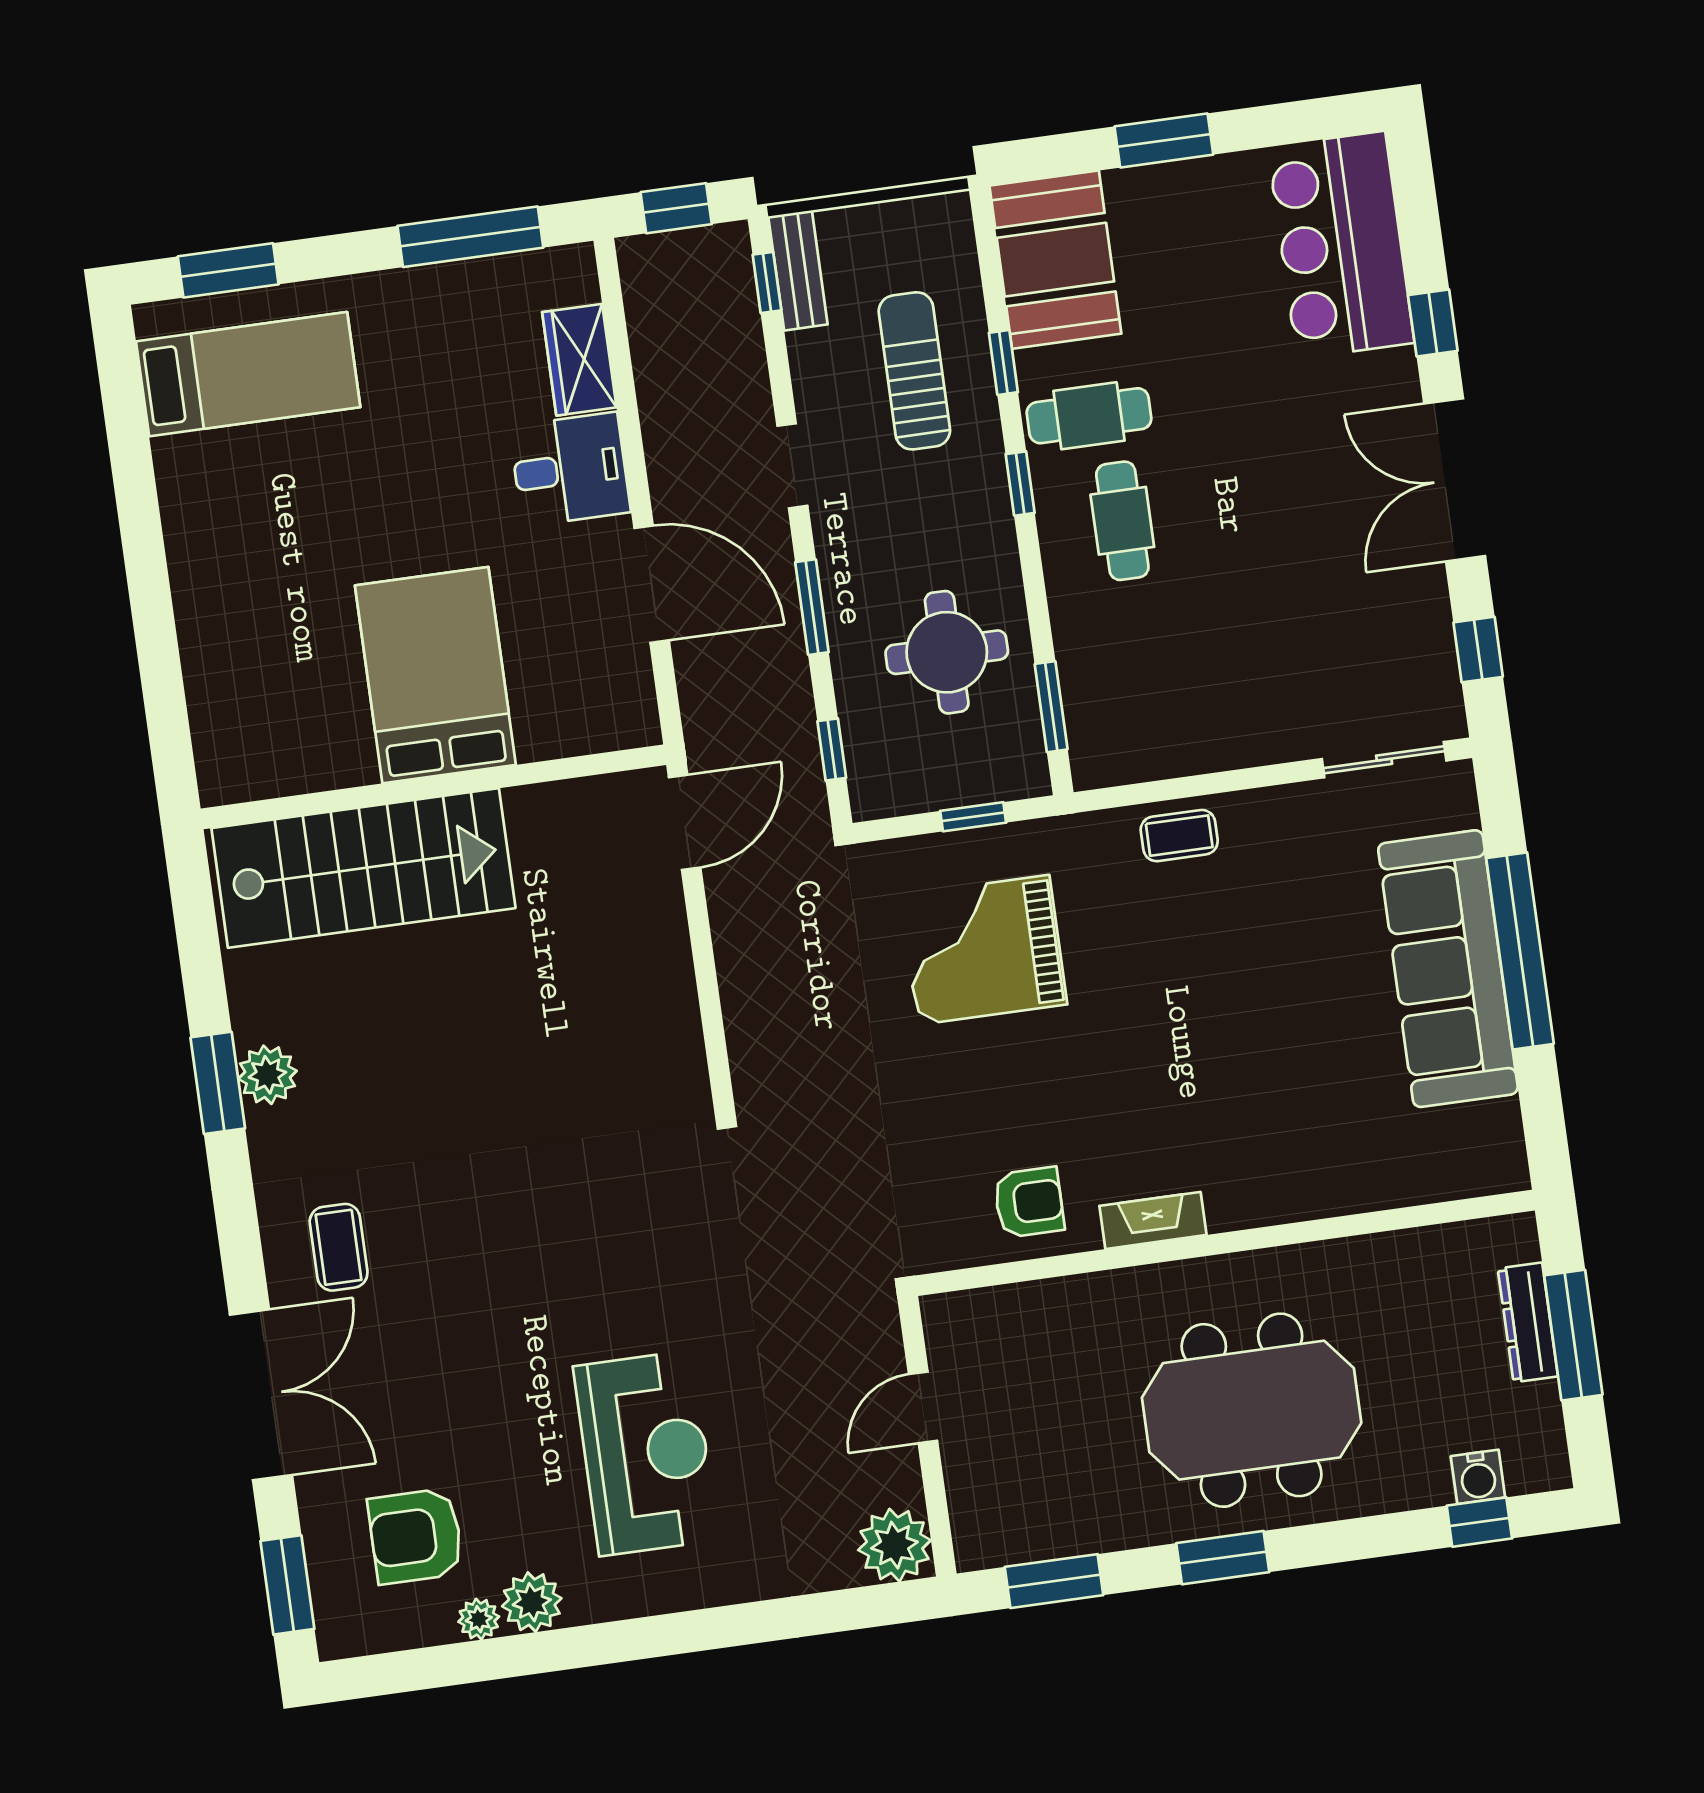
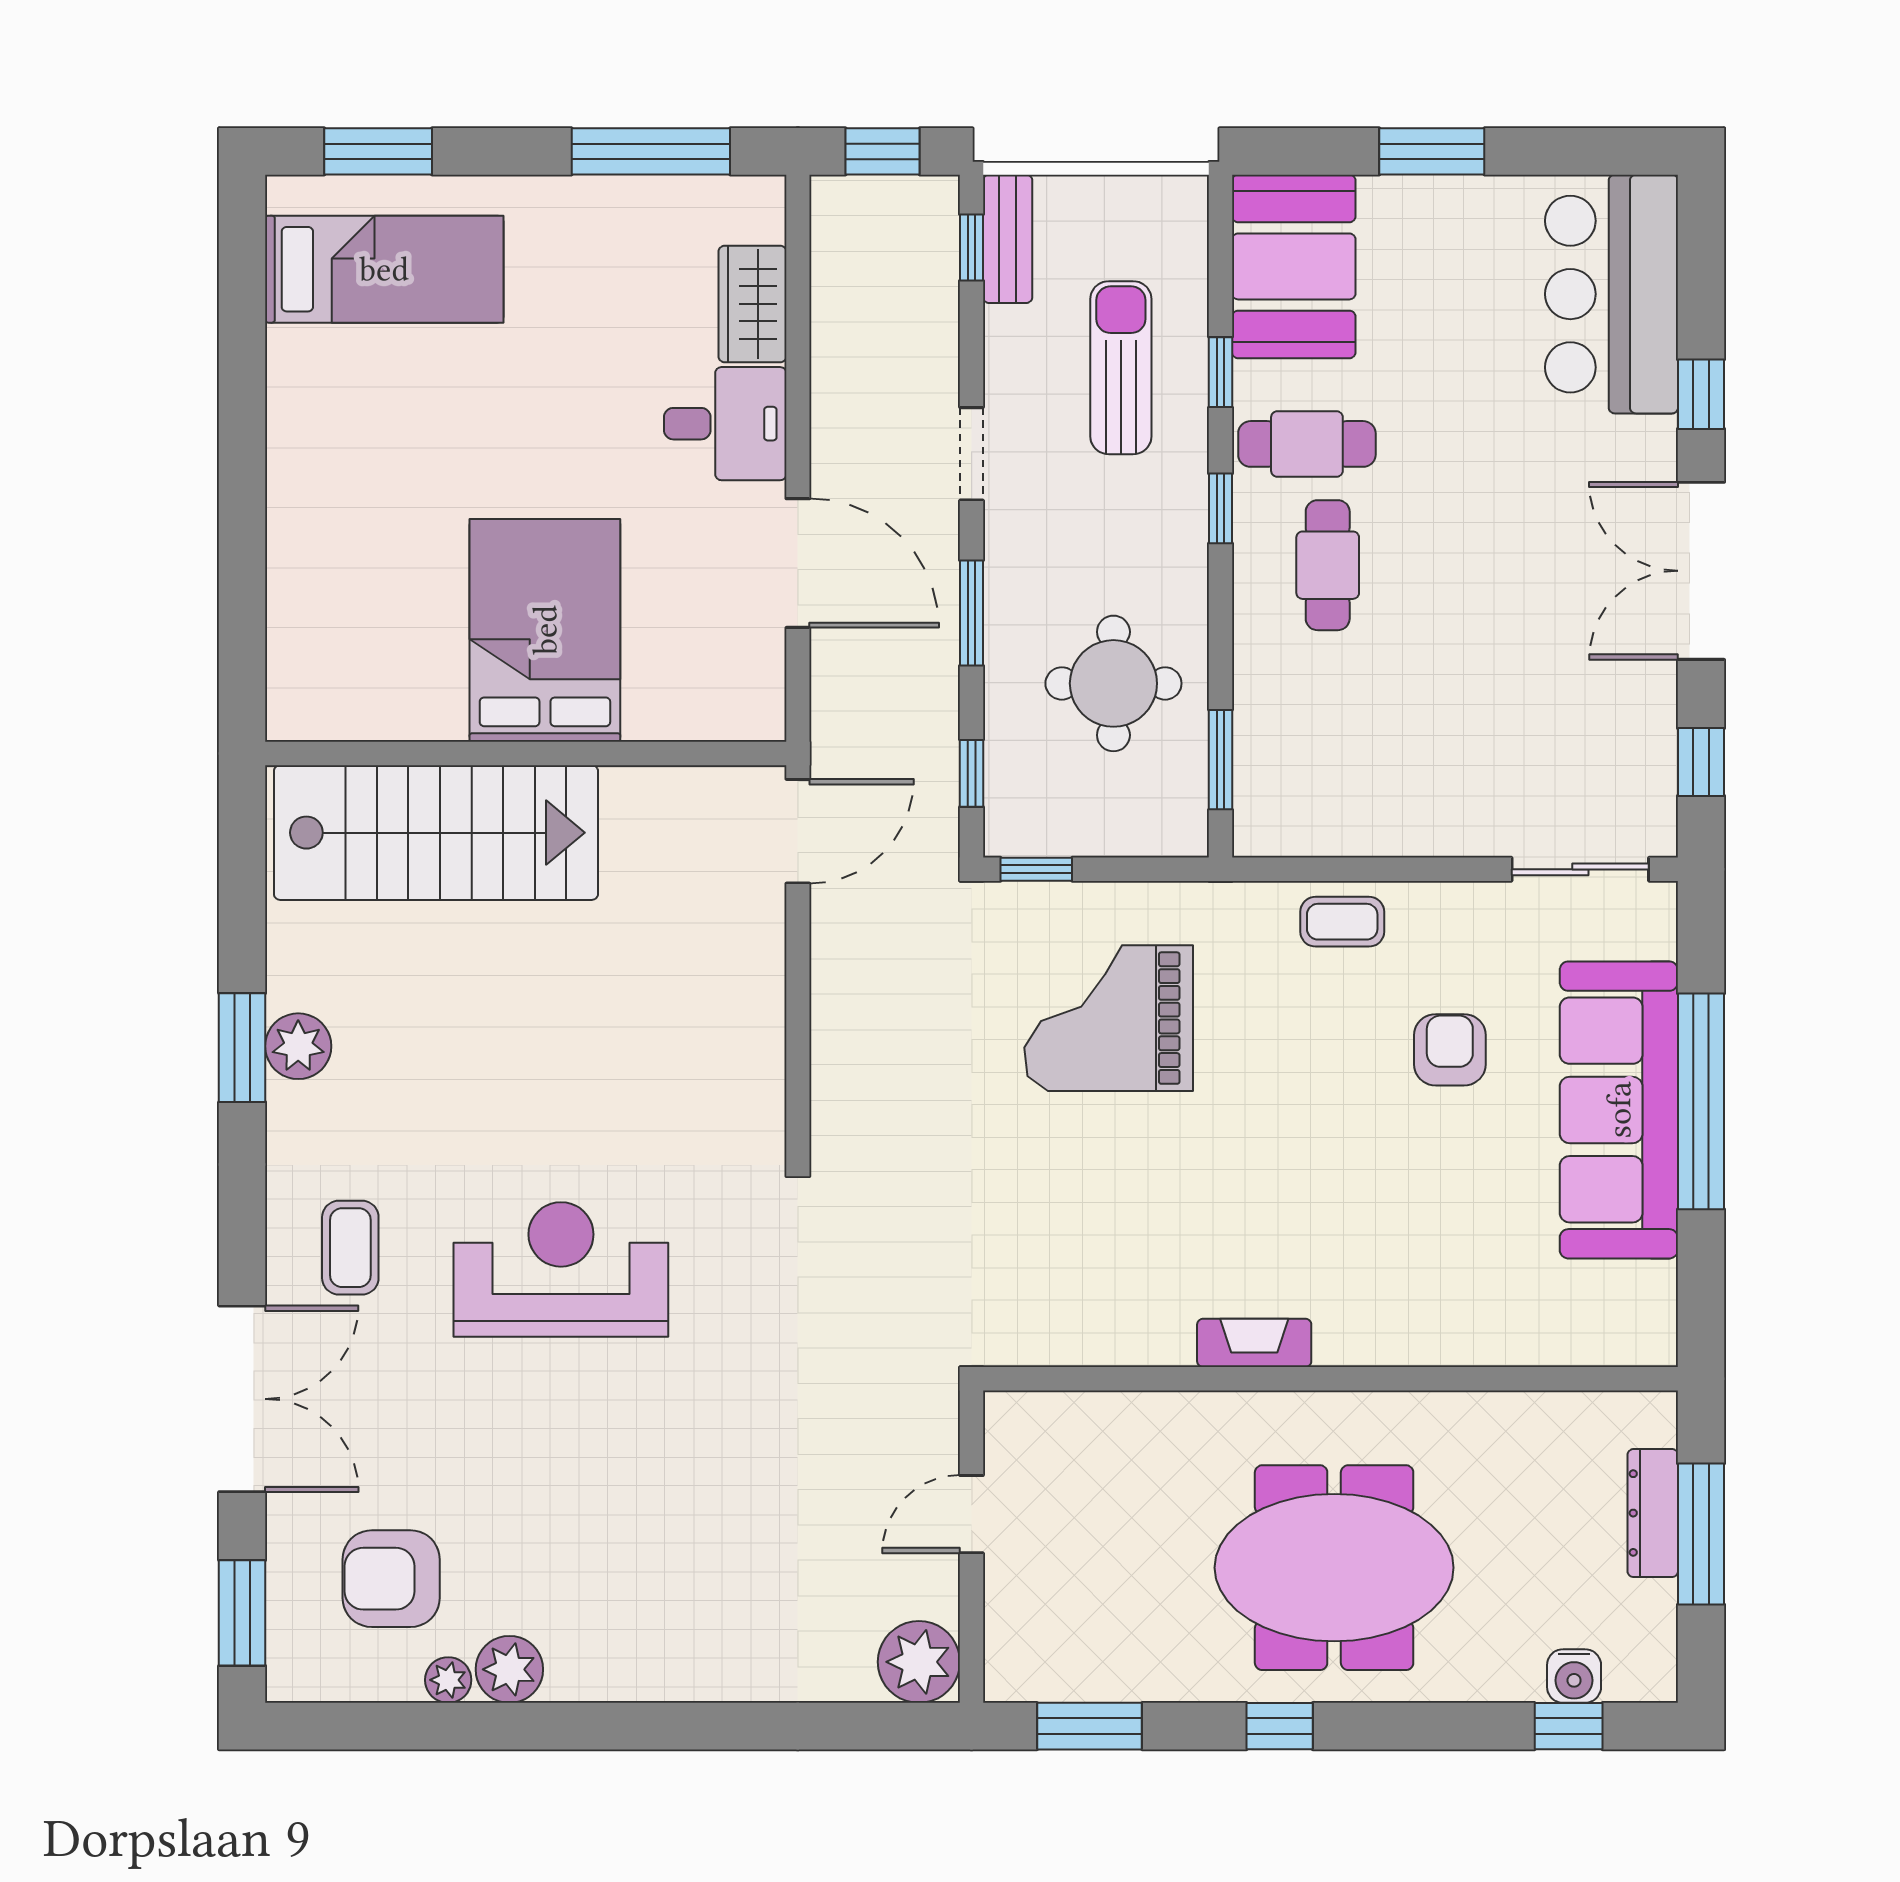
window: (973, 817) -> (1036, 869), moved
armchair: (1029, 1202) -> (1450, 1050), moved, turned -90
reception desk: (646, 1453) -> (561, 1269), moved, turned -90
window: (1223, 1558) -> (1280, 1726), width x0.67

